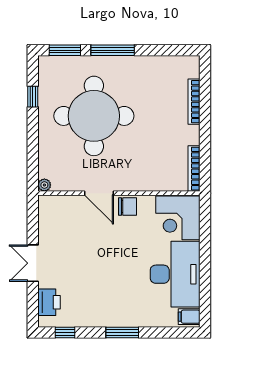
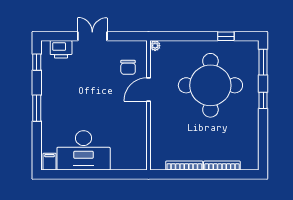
window: (113, 50) -> (263, 100), width x0.46
bookcase: (194, 169) -> (184, 166), moved
chair: (128, 207) -> (128, 67), moved
corner desk: (178, 218) -> (129, 153), removed

